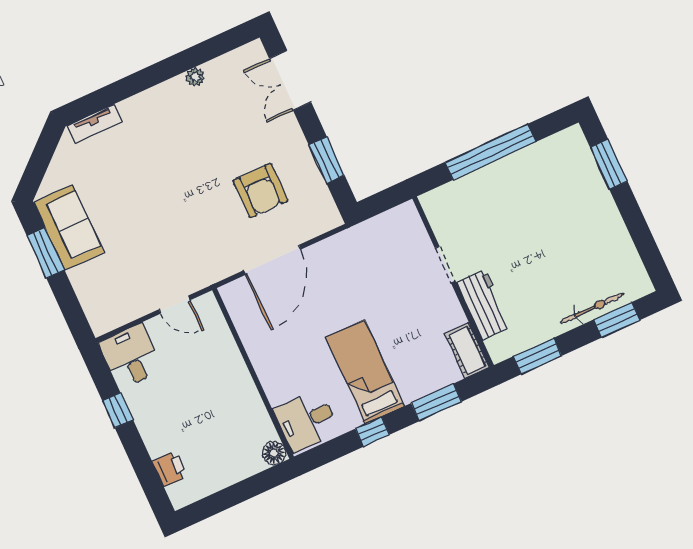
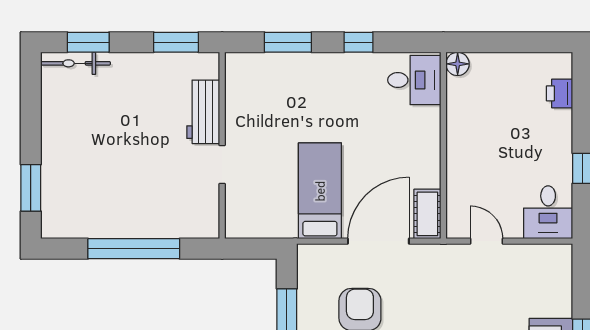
bicycle: (592, 308) -> (75, 63), moved
cot: (467, 350) -> (427, 214), moved
bed: (365, 372) -> (320, 191), moved, turned 180

